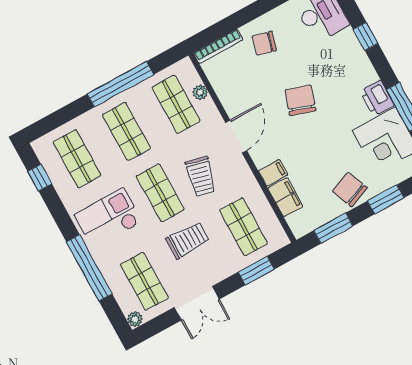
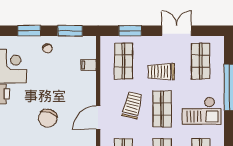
filing cabinet: (273, 173) -> (88, 84), removed
chair: (350, 190) -> (47, 48), width x0.54, depth x0.54
filing cabinet: (285, 197) -> (89, 65), width x0.50
plant: (135, 319) -> (219, 41), removed

